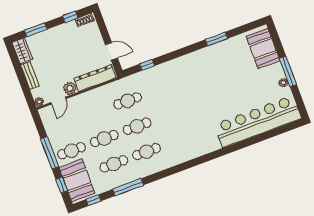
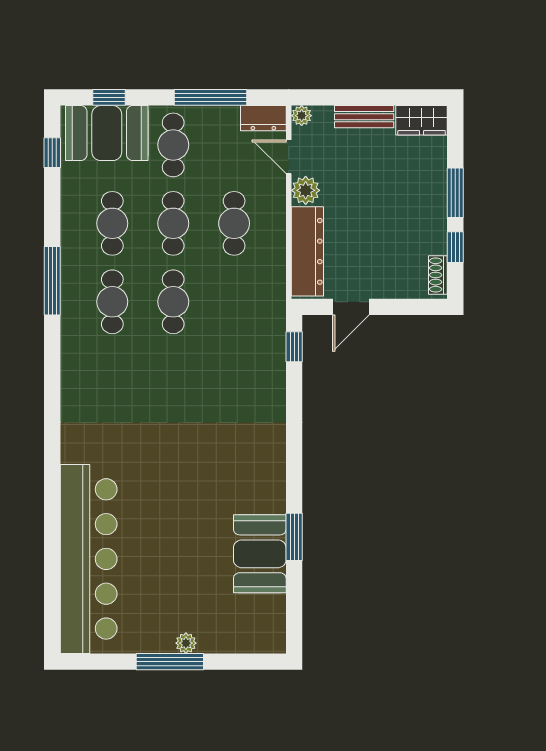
window: (36, 30) -> (455, 193), moved
booth: (263, 48) -> (260, 554), moved, turned 90
window: (147, 65) -> (294, 347), moved
plant: (283, 83) -> (186, 643), moved
cafe table: (128, 101) -> (234, 223), moved
dresser: (46, 117) -> (263, 118), added
window: (50, 153) -> (211, 97), moved
window: (128, 187) -> (52, 281), moved

